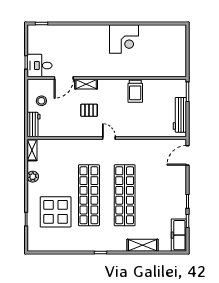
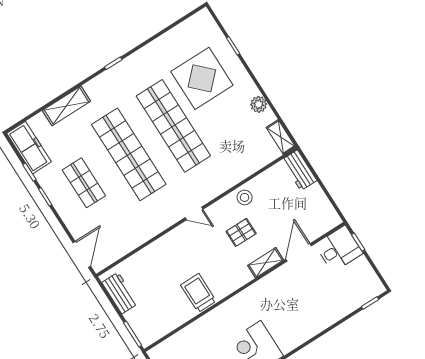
stool: (41, 101) -> (245, 197), moved
workbench: (180, 115) -> (120, 293), width x0.73
shop shelf: (160, 195) -> (84, 183), added

